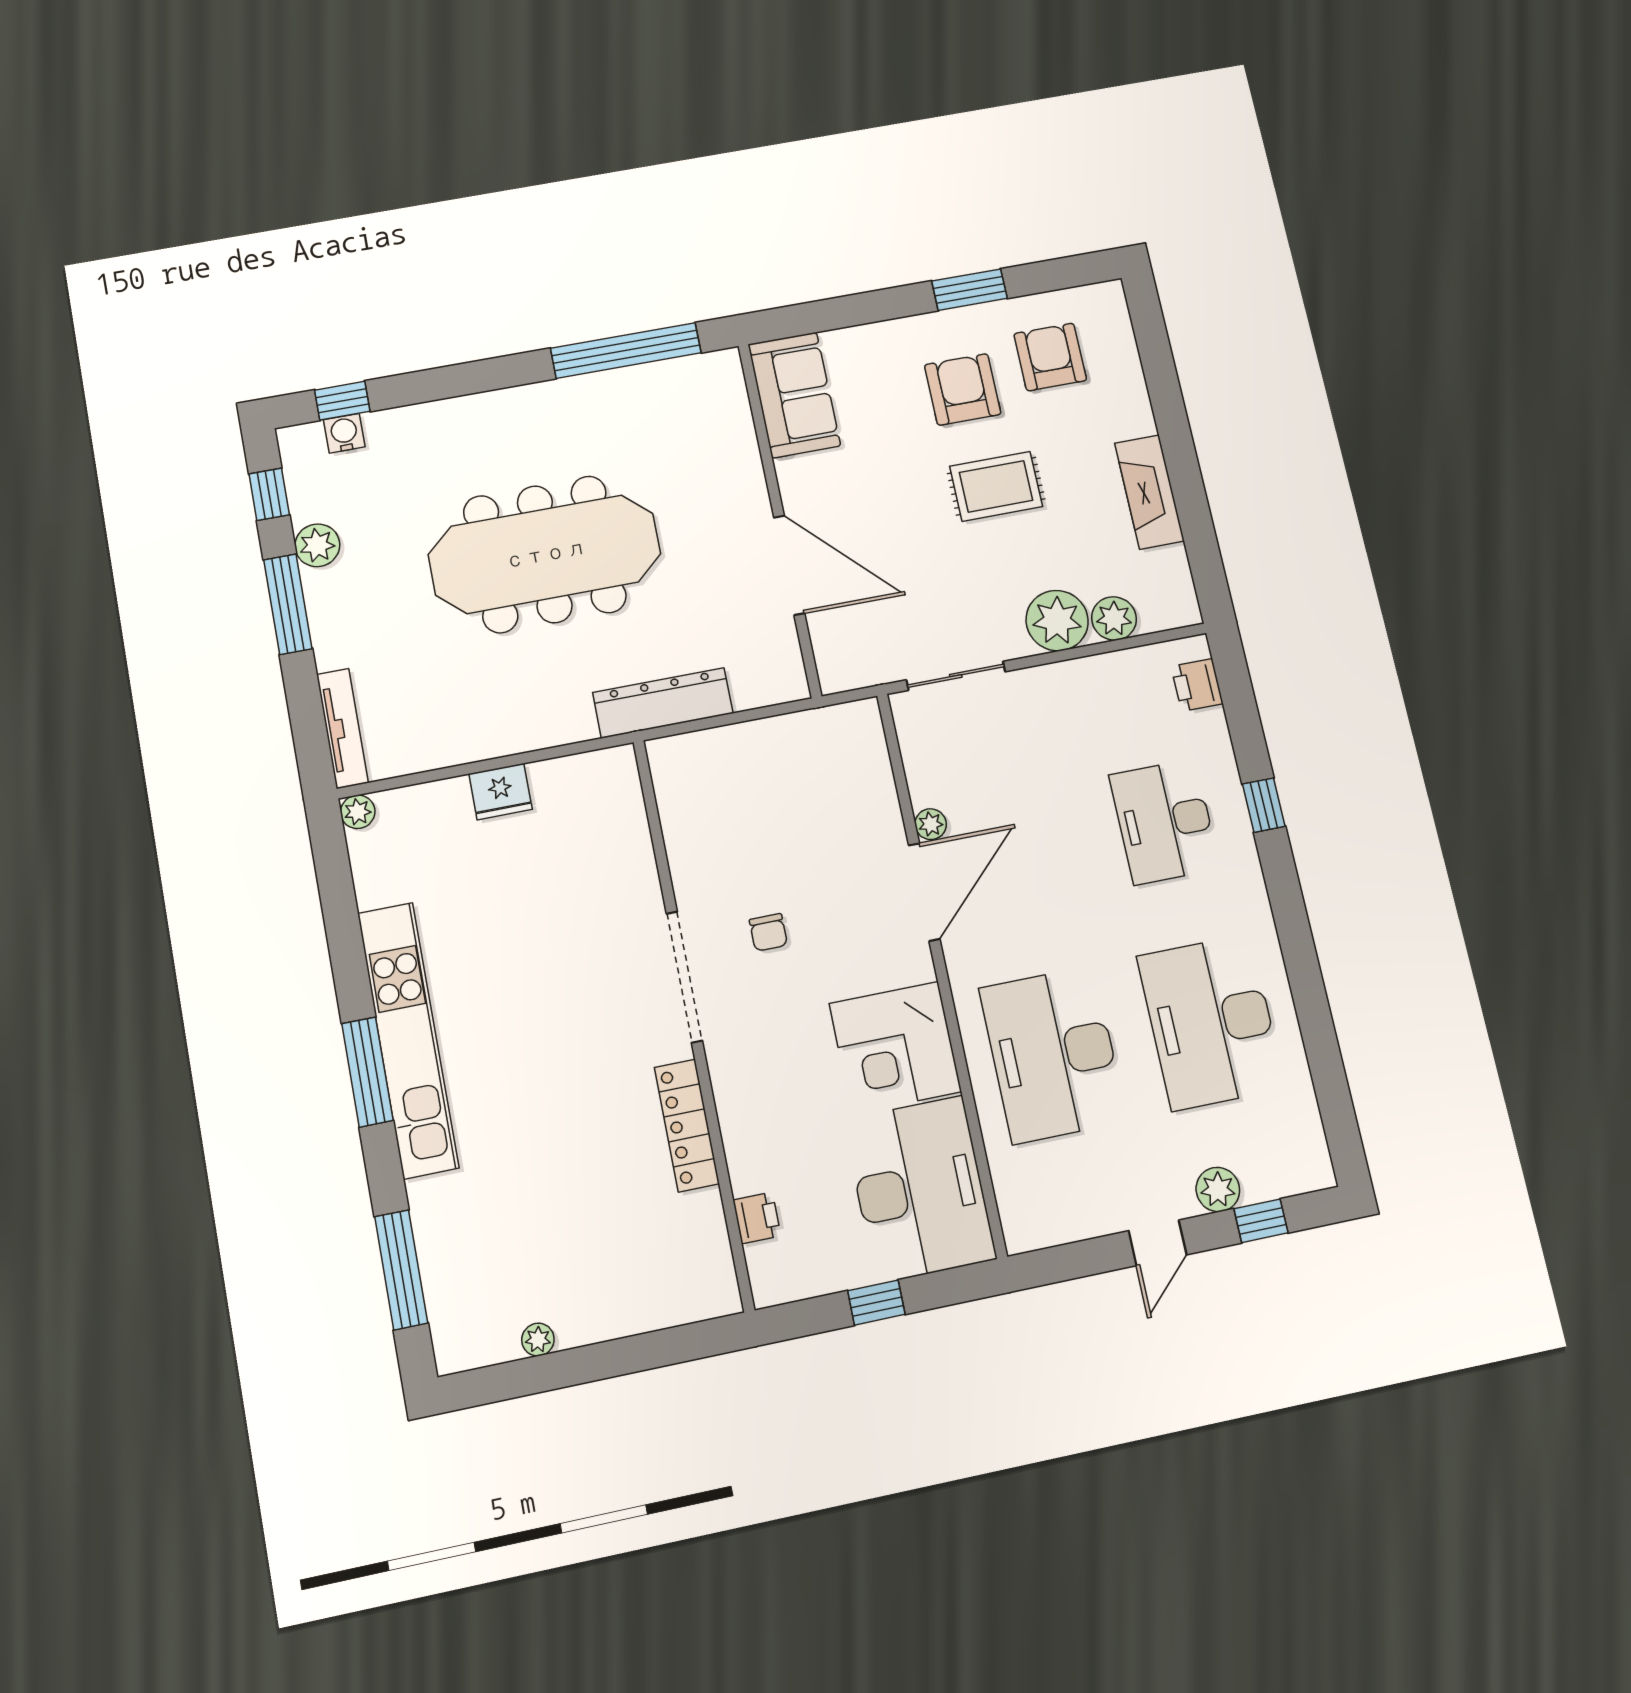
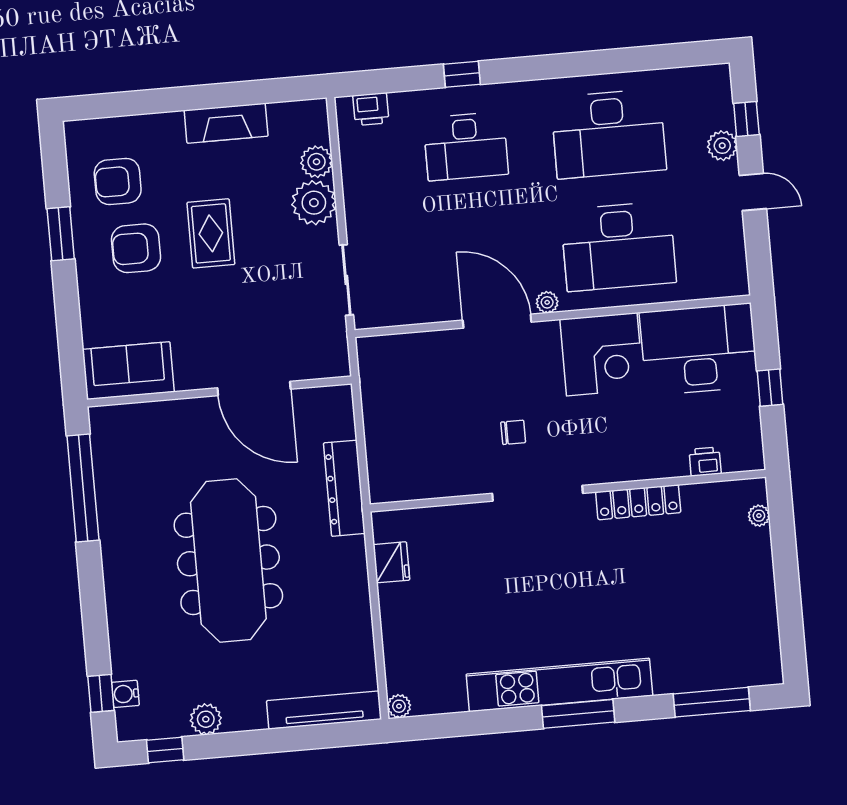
door: (789, 565) -> (254, 389), swing flipped
window: (288, 604) -> (246, 743), removed
tv unit: (342, 728) -> (324, 710), width x1.36, depth x1.29
fridge: (501, 792) -> (391, 562), moved
plant: (931, 824) -> (547, 302), moved
plant: (538, 1340) -> (759, 516), moved

